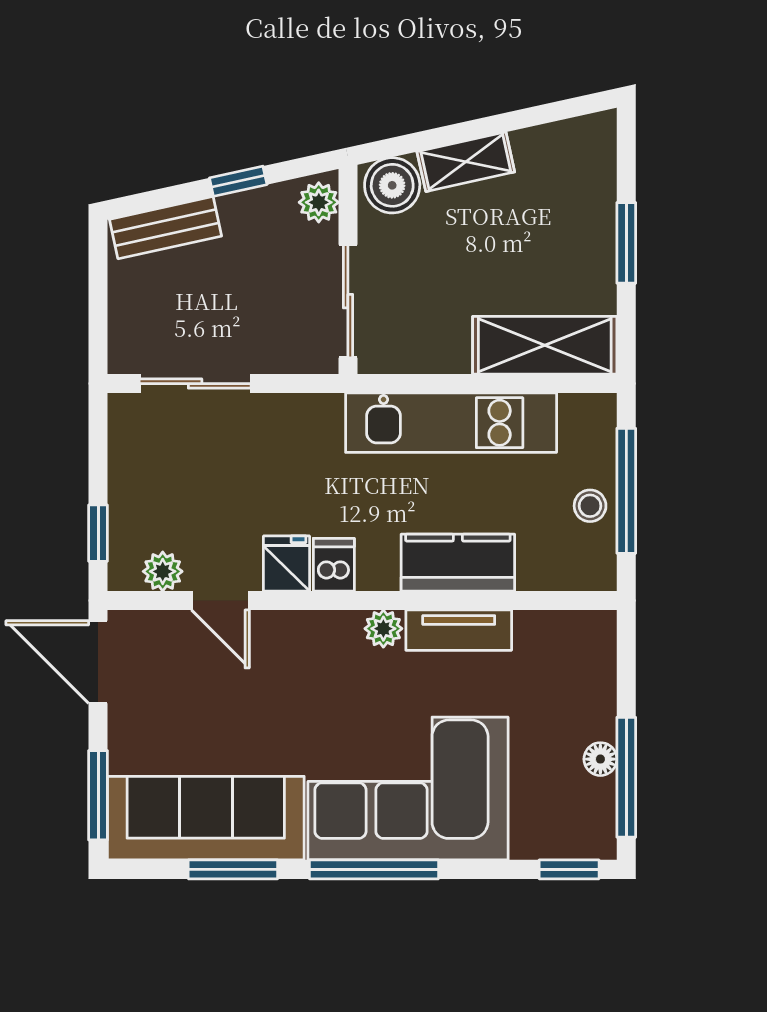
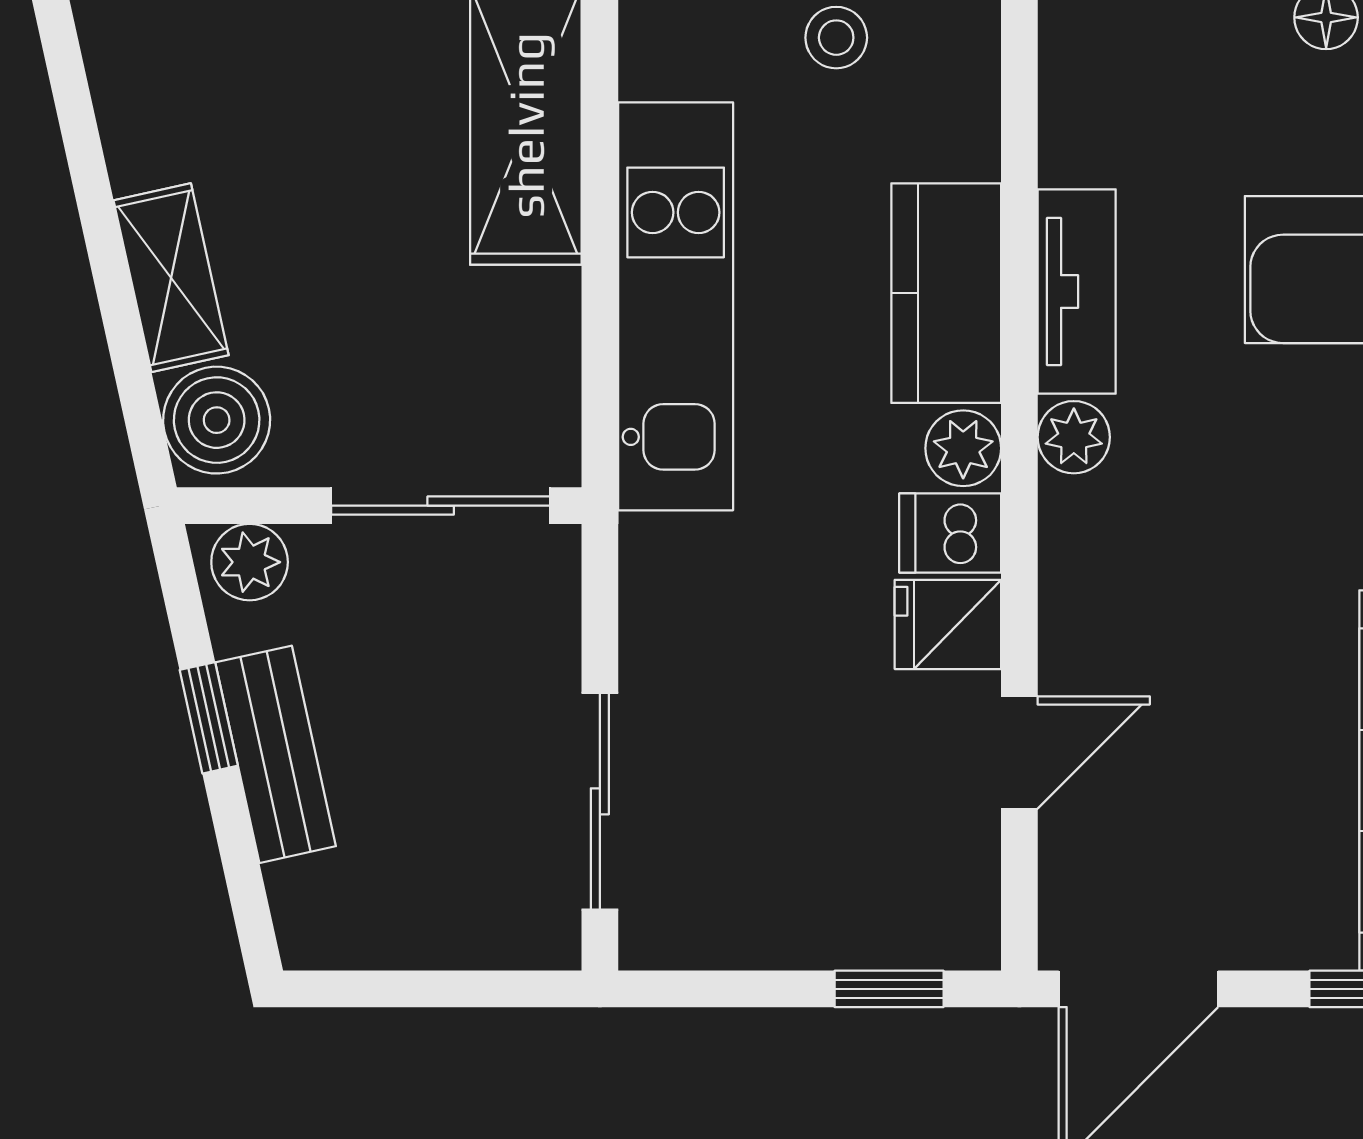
bench: (165, 228) -> (276, 754), moved
plant: (163, 571) -> (963, 448), moved

